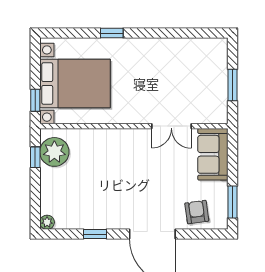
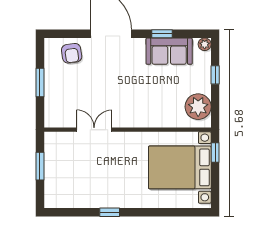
window: (112, 33) -> (110, 212), moved
sofa: (213, 154) -> (169, 51), moved, turned 90
window: (35, 157) -> (215, 75), moved
window: (232, 202) -> (40, 83), moved

